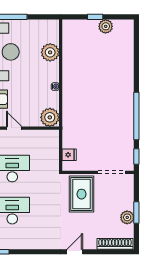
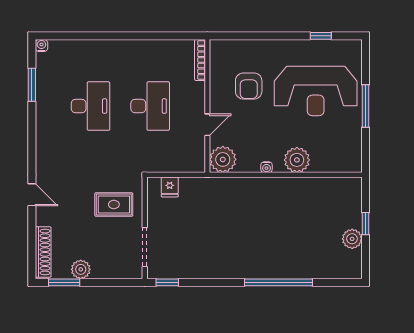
plant: (50, 52) -> (297, 160), moved
window: (136, 116) -> (279, 282), moved
door: (14, 128) -> (207, 125), moved
rug: (82, 194) -> (114, 205), width x0.73, depth x0.70
window: (136, 212) -> (64, 282), moved

